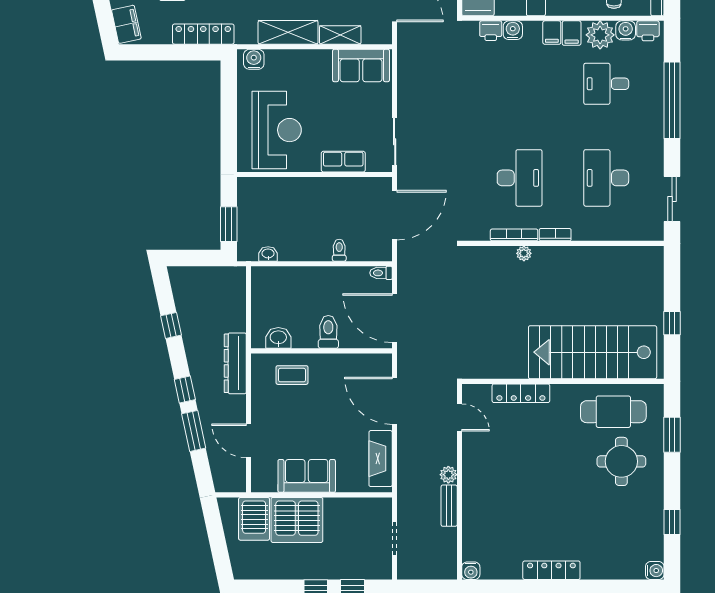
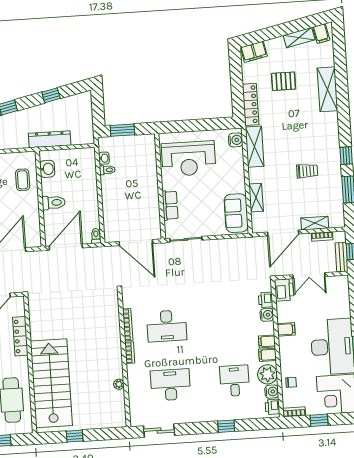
shelving: (288, 32) -> (255, 147), moved
window: (672, 100) -> (226, 426), width x0.32
toilet: (339, 250) -> (107, 170), moved
plant: (524, 253) -> (119, 384), moved
dresser: (235, 363) -> (50, 139), moved

